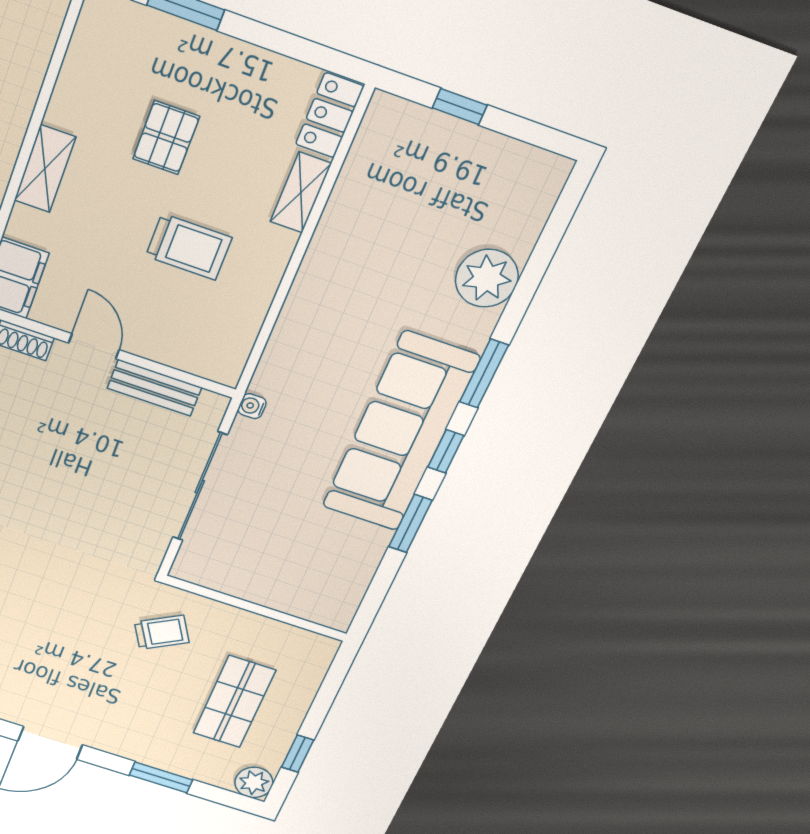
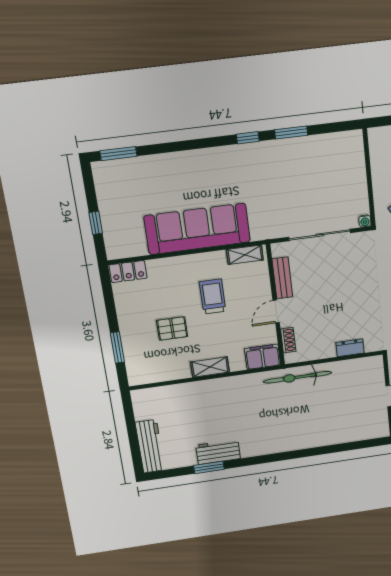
shelving: (301, 193) -> (245, 255), moved
plant: (487, 278) -> (160, 168), removed
window: (484, 374) -> (118, 154), moved
water cooler: (252, 406) -> (365, 221), moved
sofa: (400, 433) -> (197, 229), moved, turned 180

